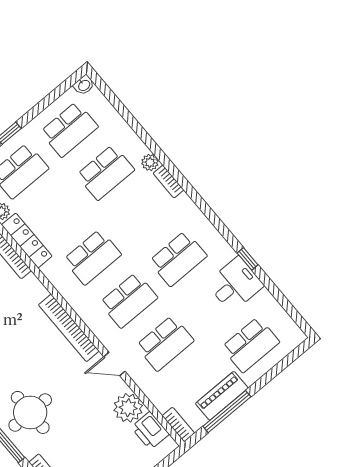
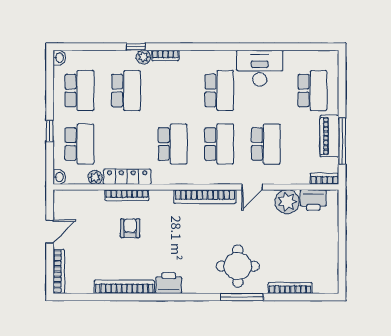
window: (248, 259) -> (136, 47), moved
desk: (235, 284) -> (260, 68), width x1.37

